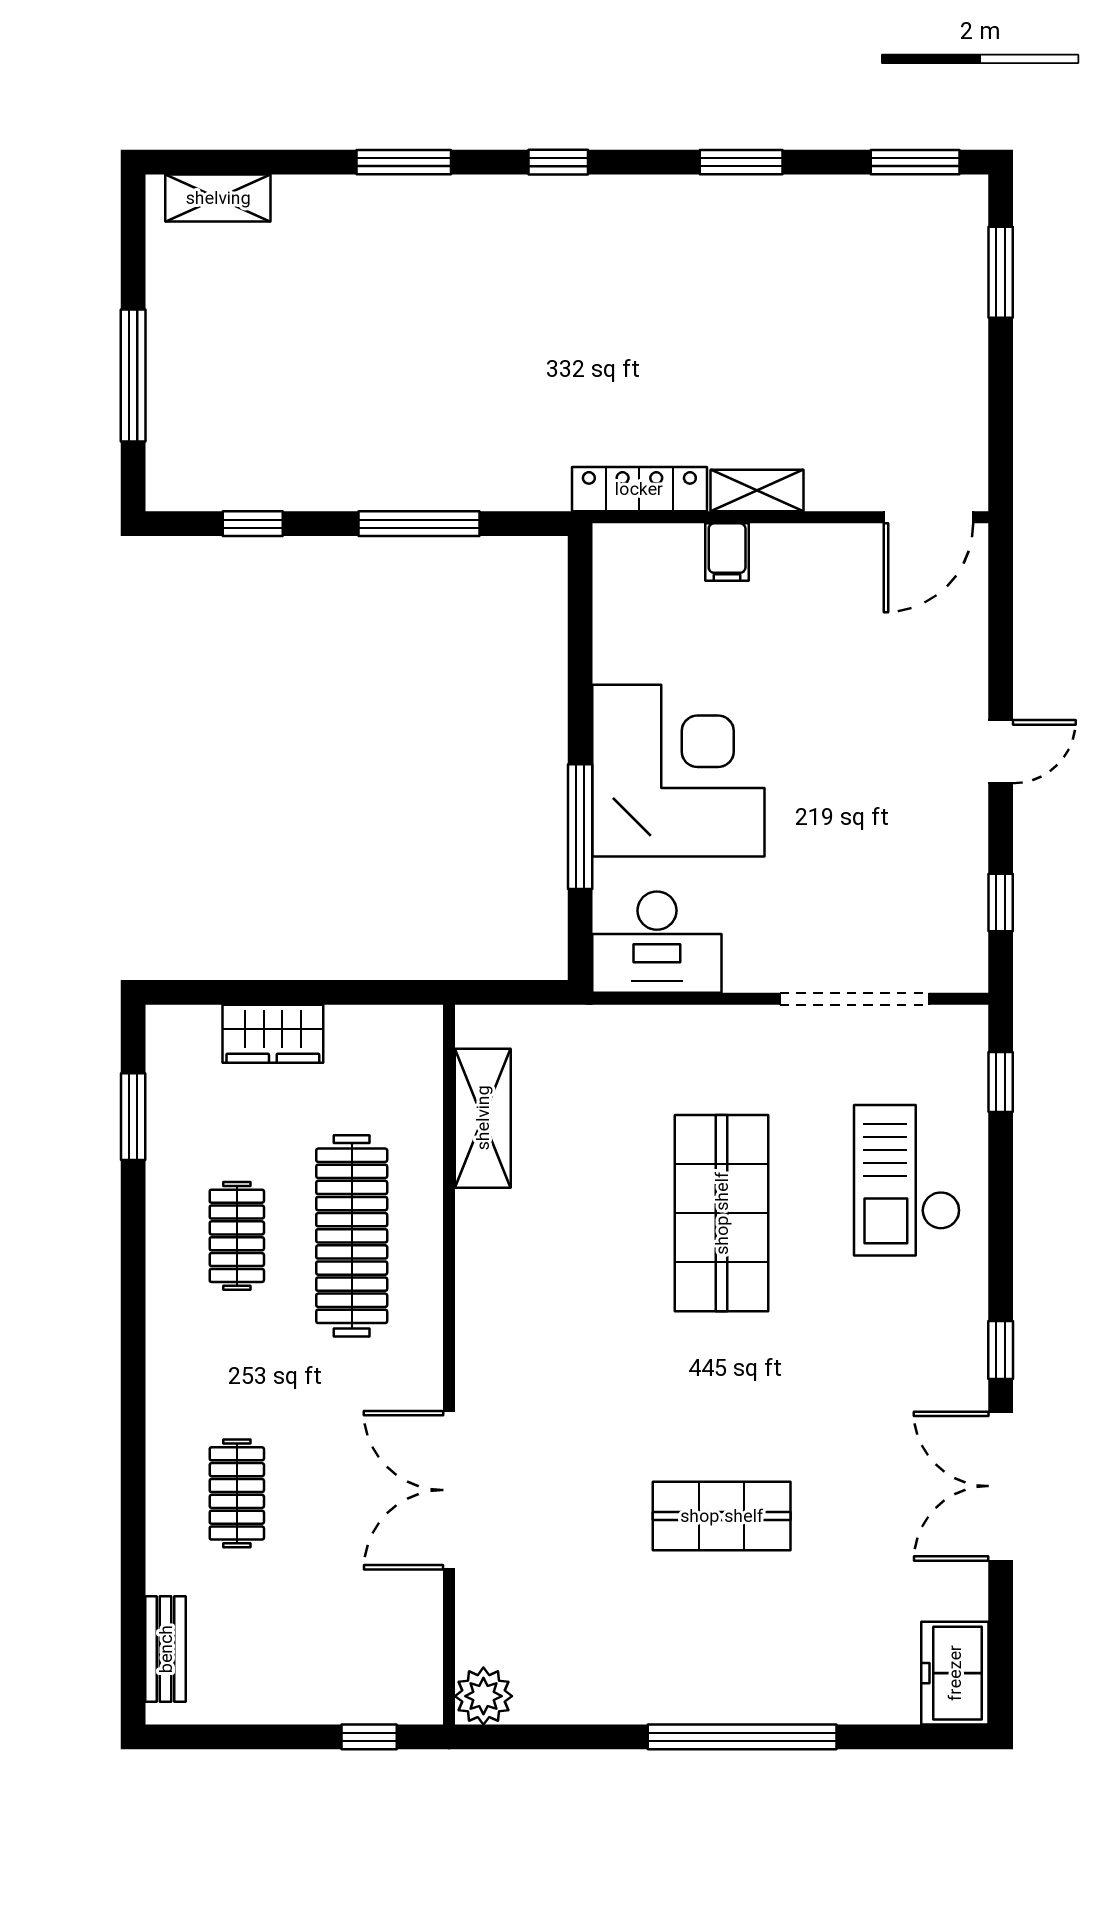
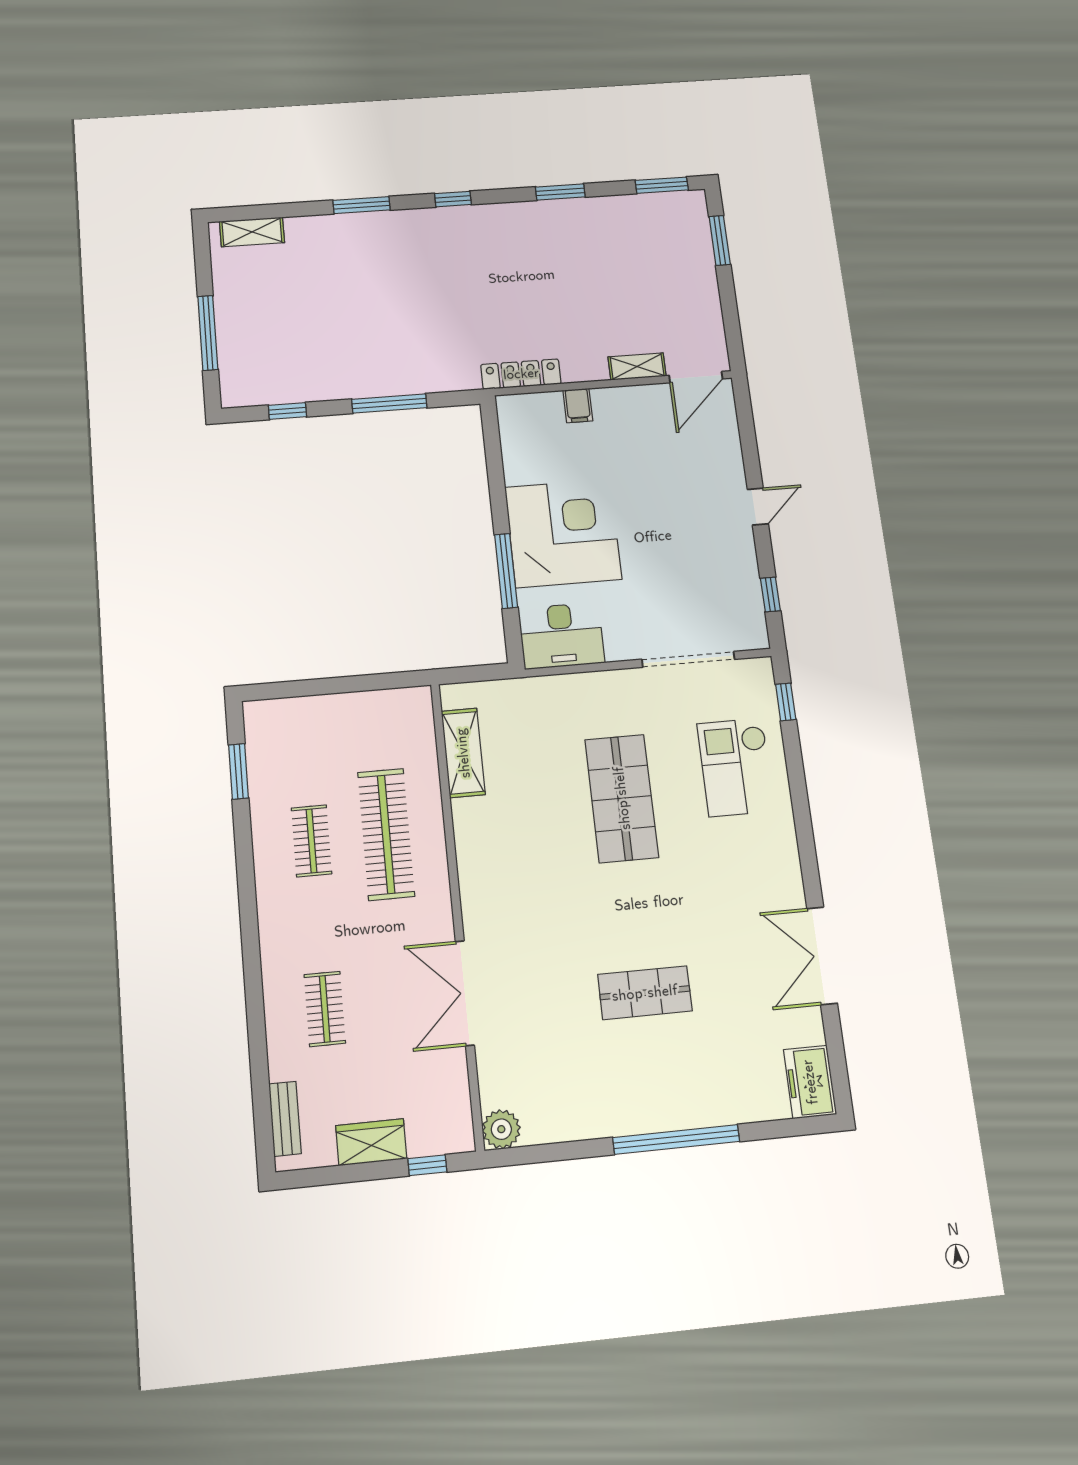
shelving: (757, 491) -> (637, 366), moved
wardrobe: (273, 1034) -> (371, 1142), moved, turned 180
window: (1001, 1350) -> (810, 868), removed

